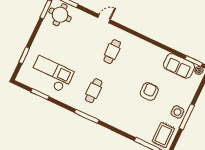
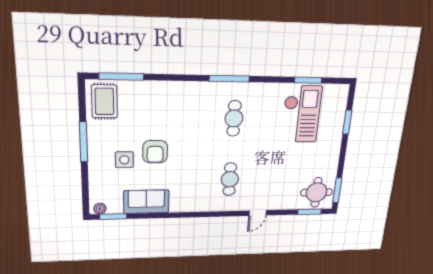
sofa: (179, 66) -> (146, 202), moved
checkout: (52, 74) -> (301, 114), turned -90
side table: (177, 112) -> (124, 160), moved

